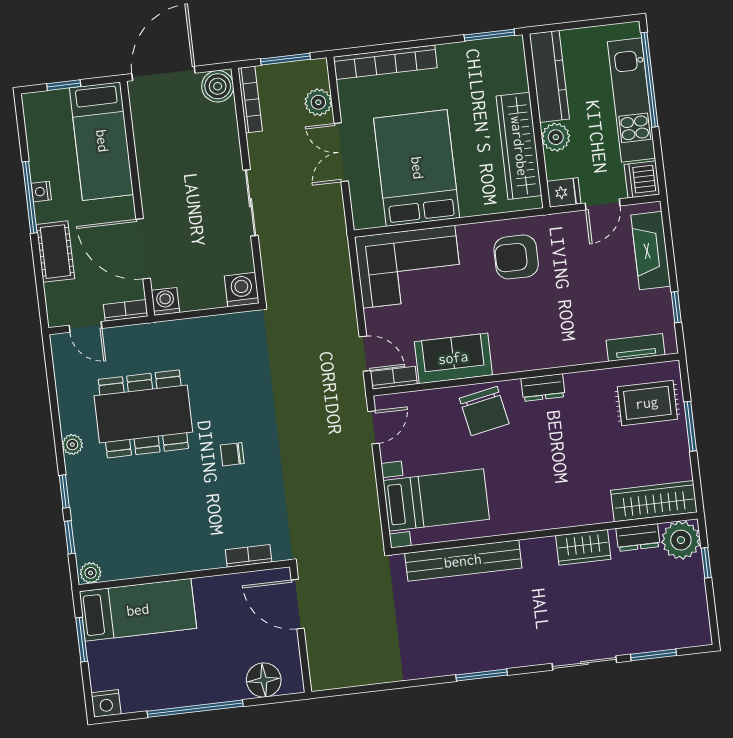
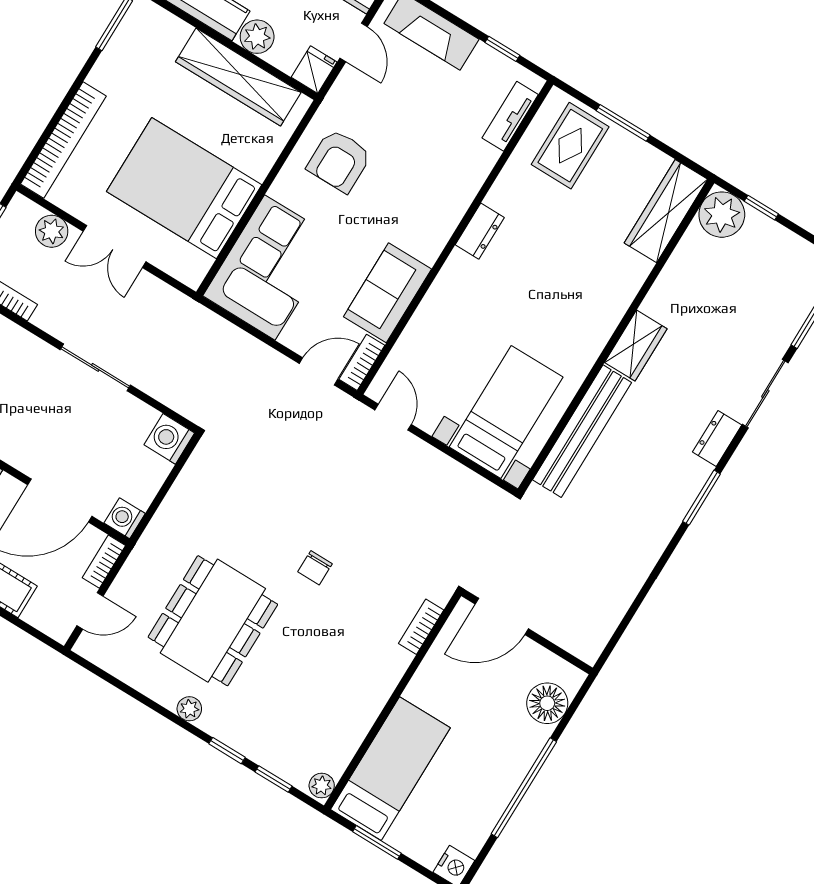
chair: (484, 411) -> (459, 303), removed
dresser: (638, 537) -> (717, 438), moved, turned 180
wardrobe: (583, 547) -> (636, 346), moved

